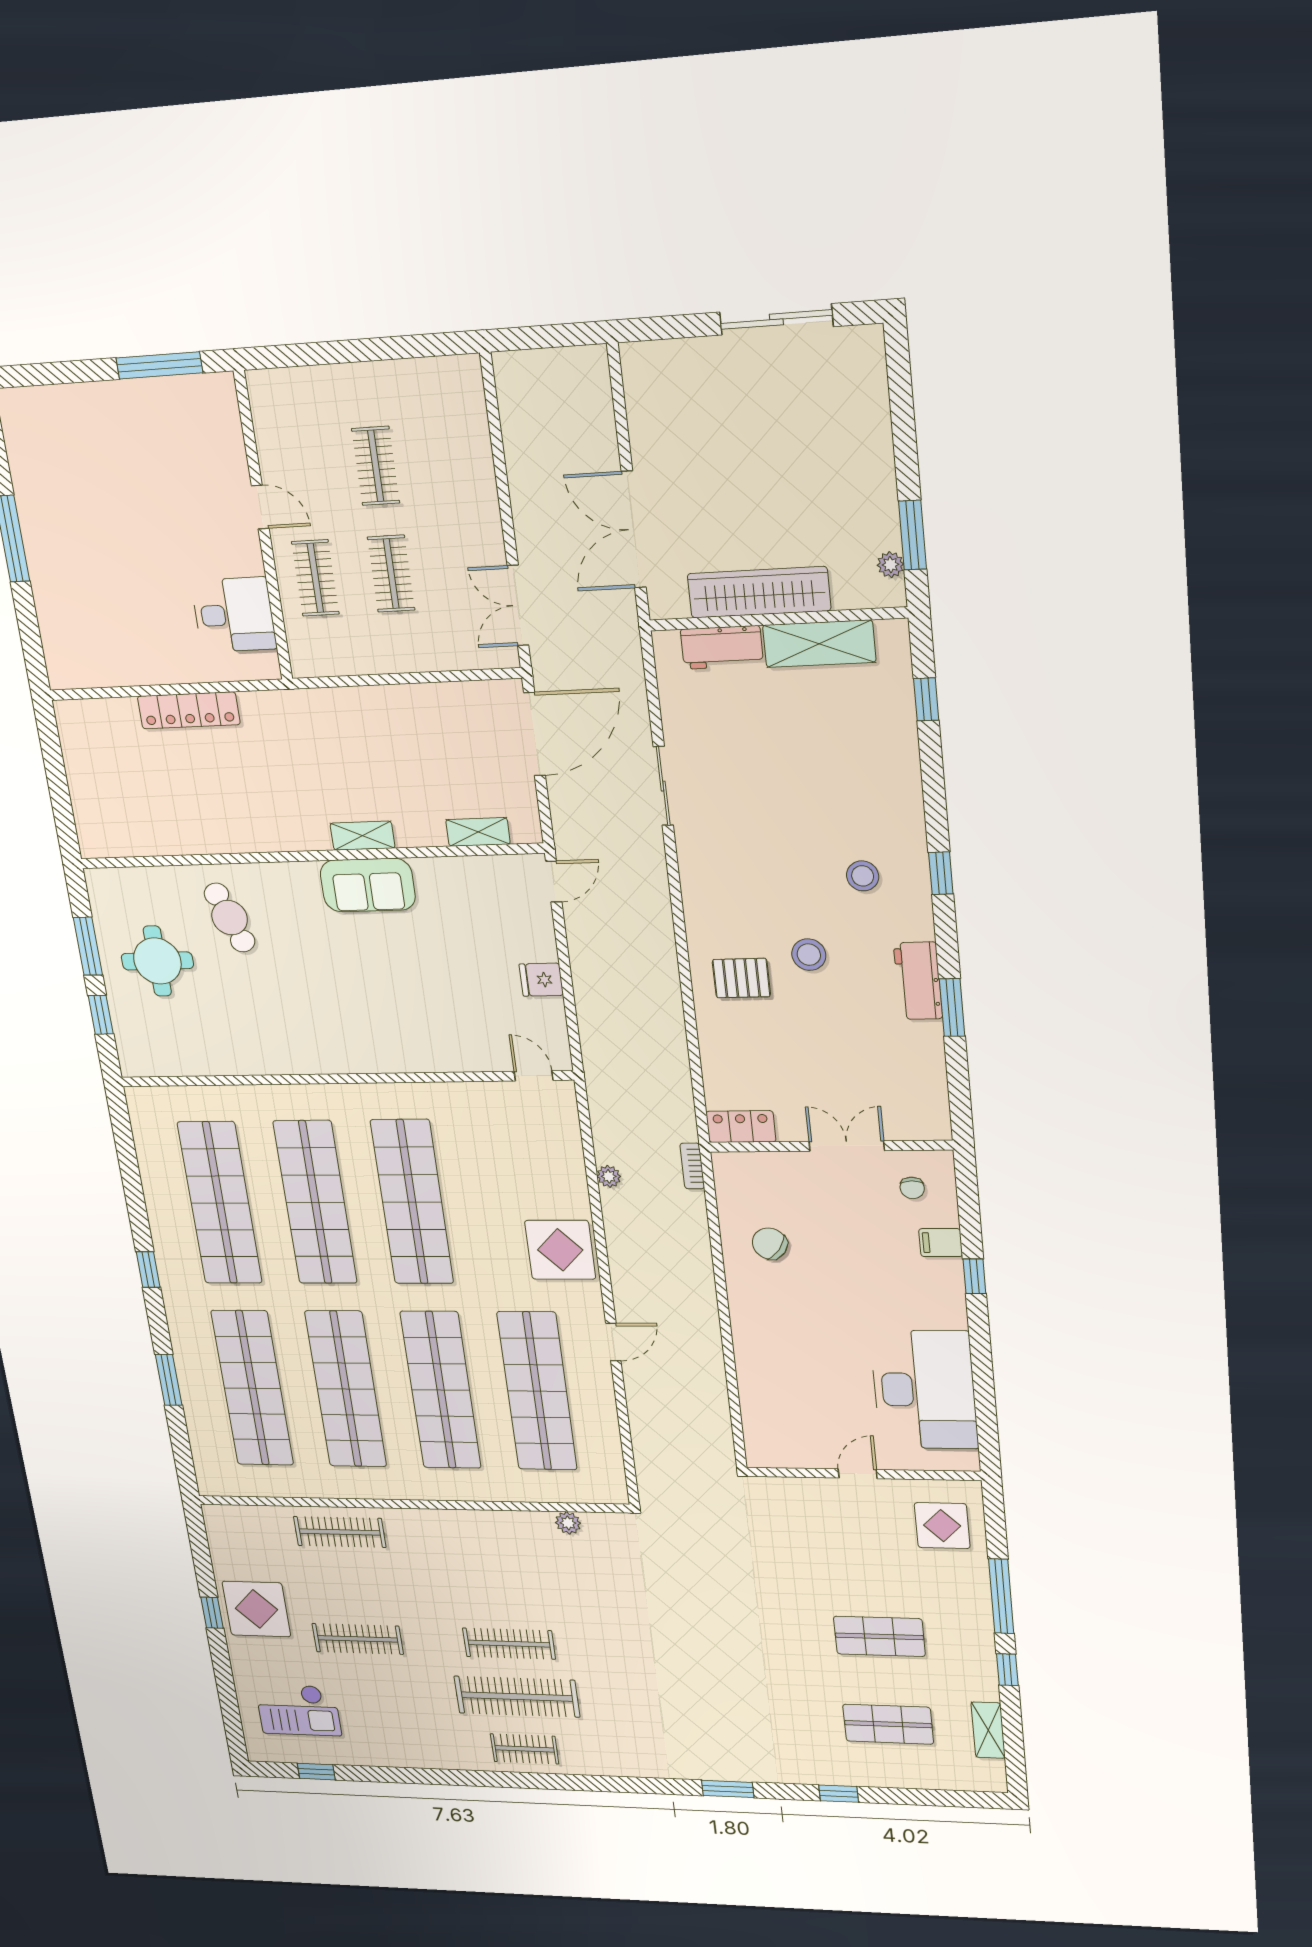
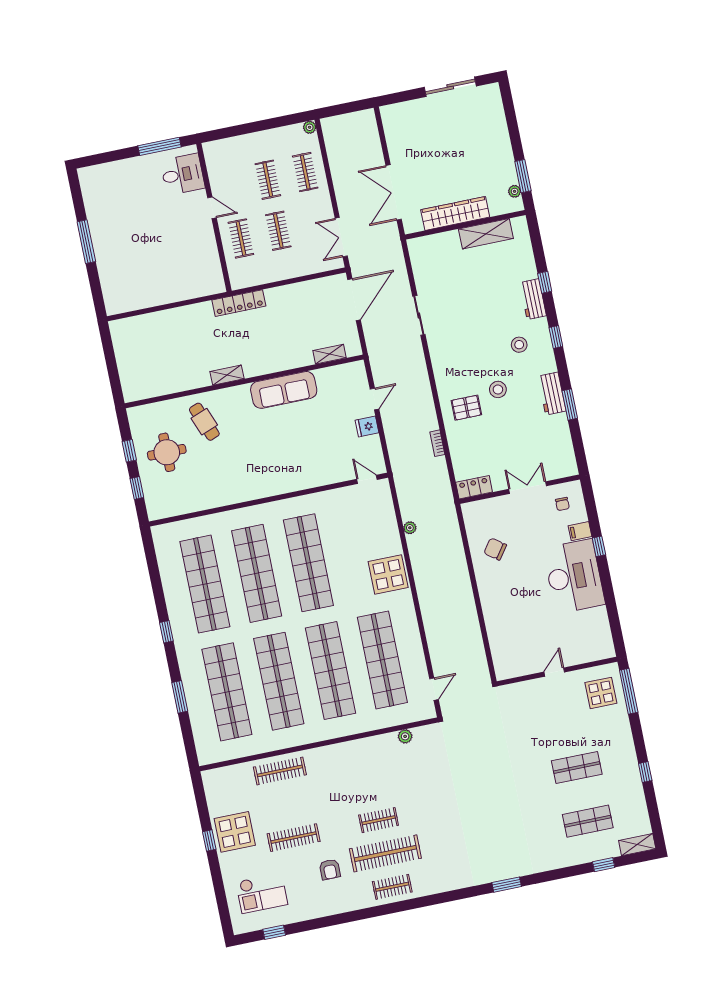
plant: (468, 367) -> (310, 127), added
clothes rail: (453, 461) -> (305, 172), added
desk: (234, 615) -> (183, 174), moved
workbench: (722, 647) -> (533, 299), moved, turned 90
window: (926, 699) -> (545, 282), moved
locker: (189, 710) -> (239, 303), moved
shelving: (363, 836) -> (227, 375), moved
door: (554, 882) -> (374, 399), moved
sofa: (368, 885) -> (284, 390), width x1.36
window: (88, 946) -> (129, 451), width x0.67
bookcase: (692, 1166) -> (437, 443), moved
door: (613, 1342) -> (434, 689), moved
desk: (924, 1390) -> (574, 576), moved
window: (1001, 1596) -> (629, 691), moved
clothes rail: (509, 1644) -> (379, 820), width x0.73
armchair: (418, 1700) -> (330, 869), added
shelving: (988, 1730) -> (637, 845), moved, turned 90
window: (839, 1794) -> (604, 865), moved

